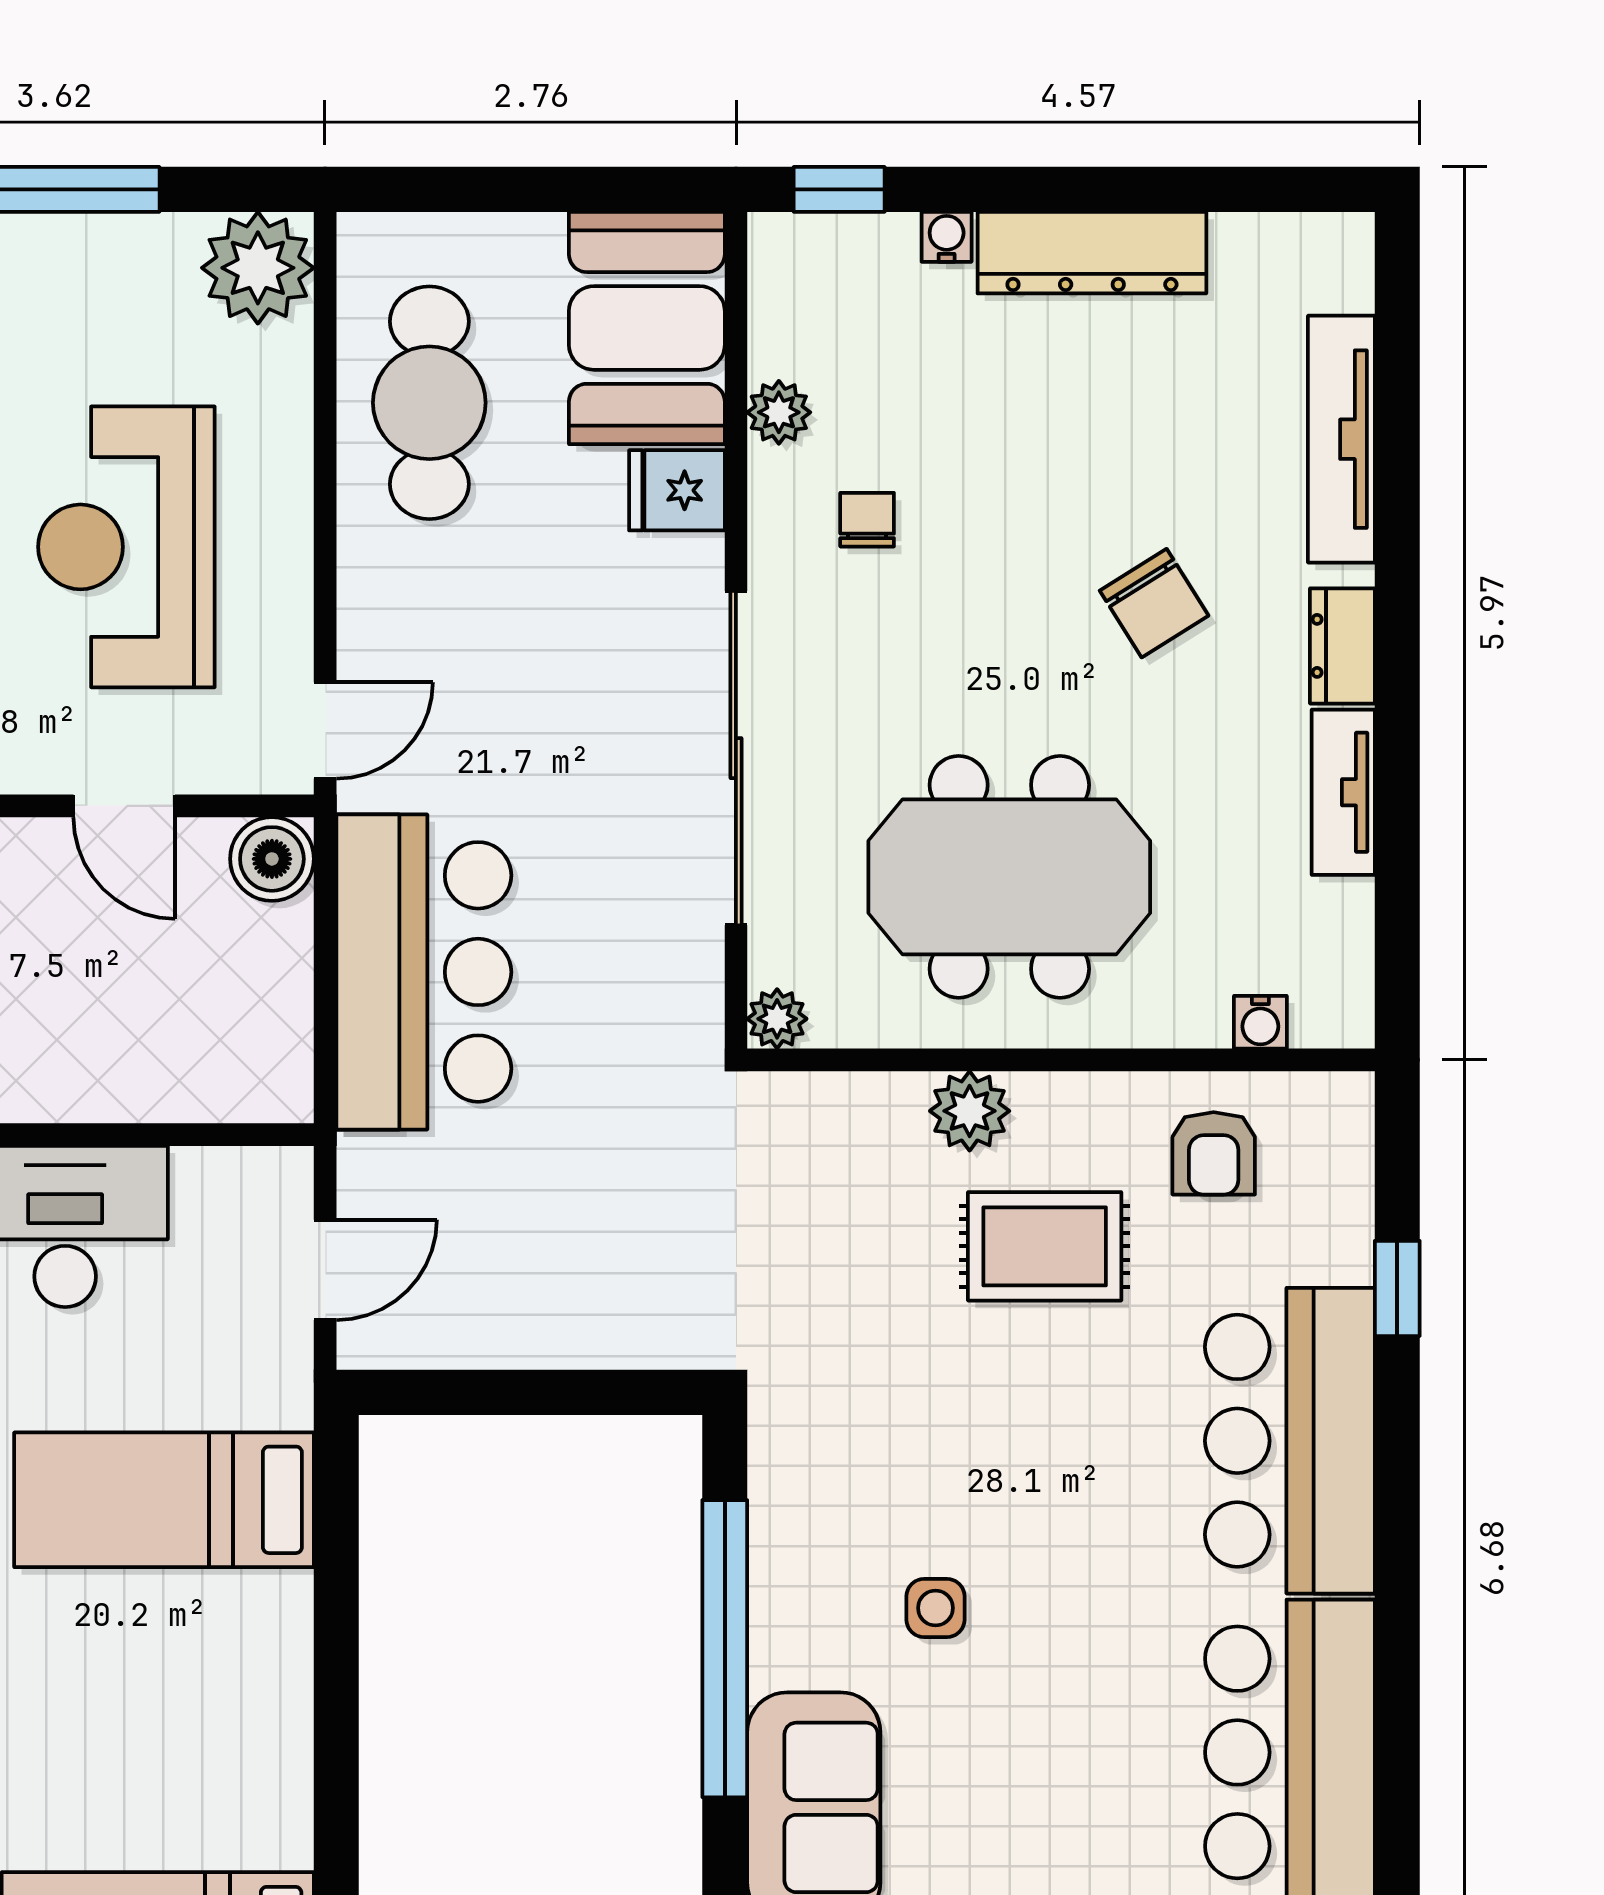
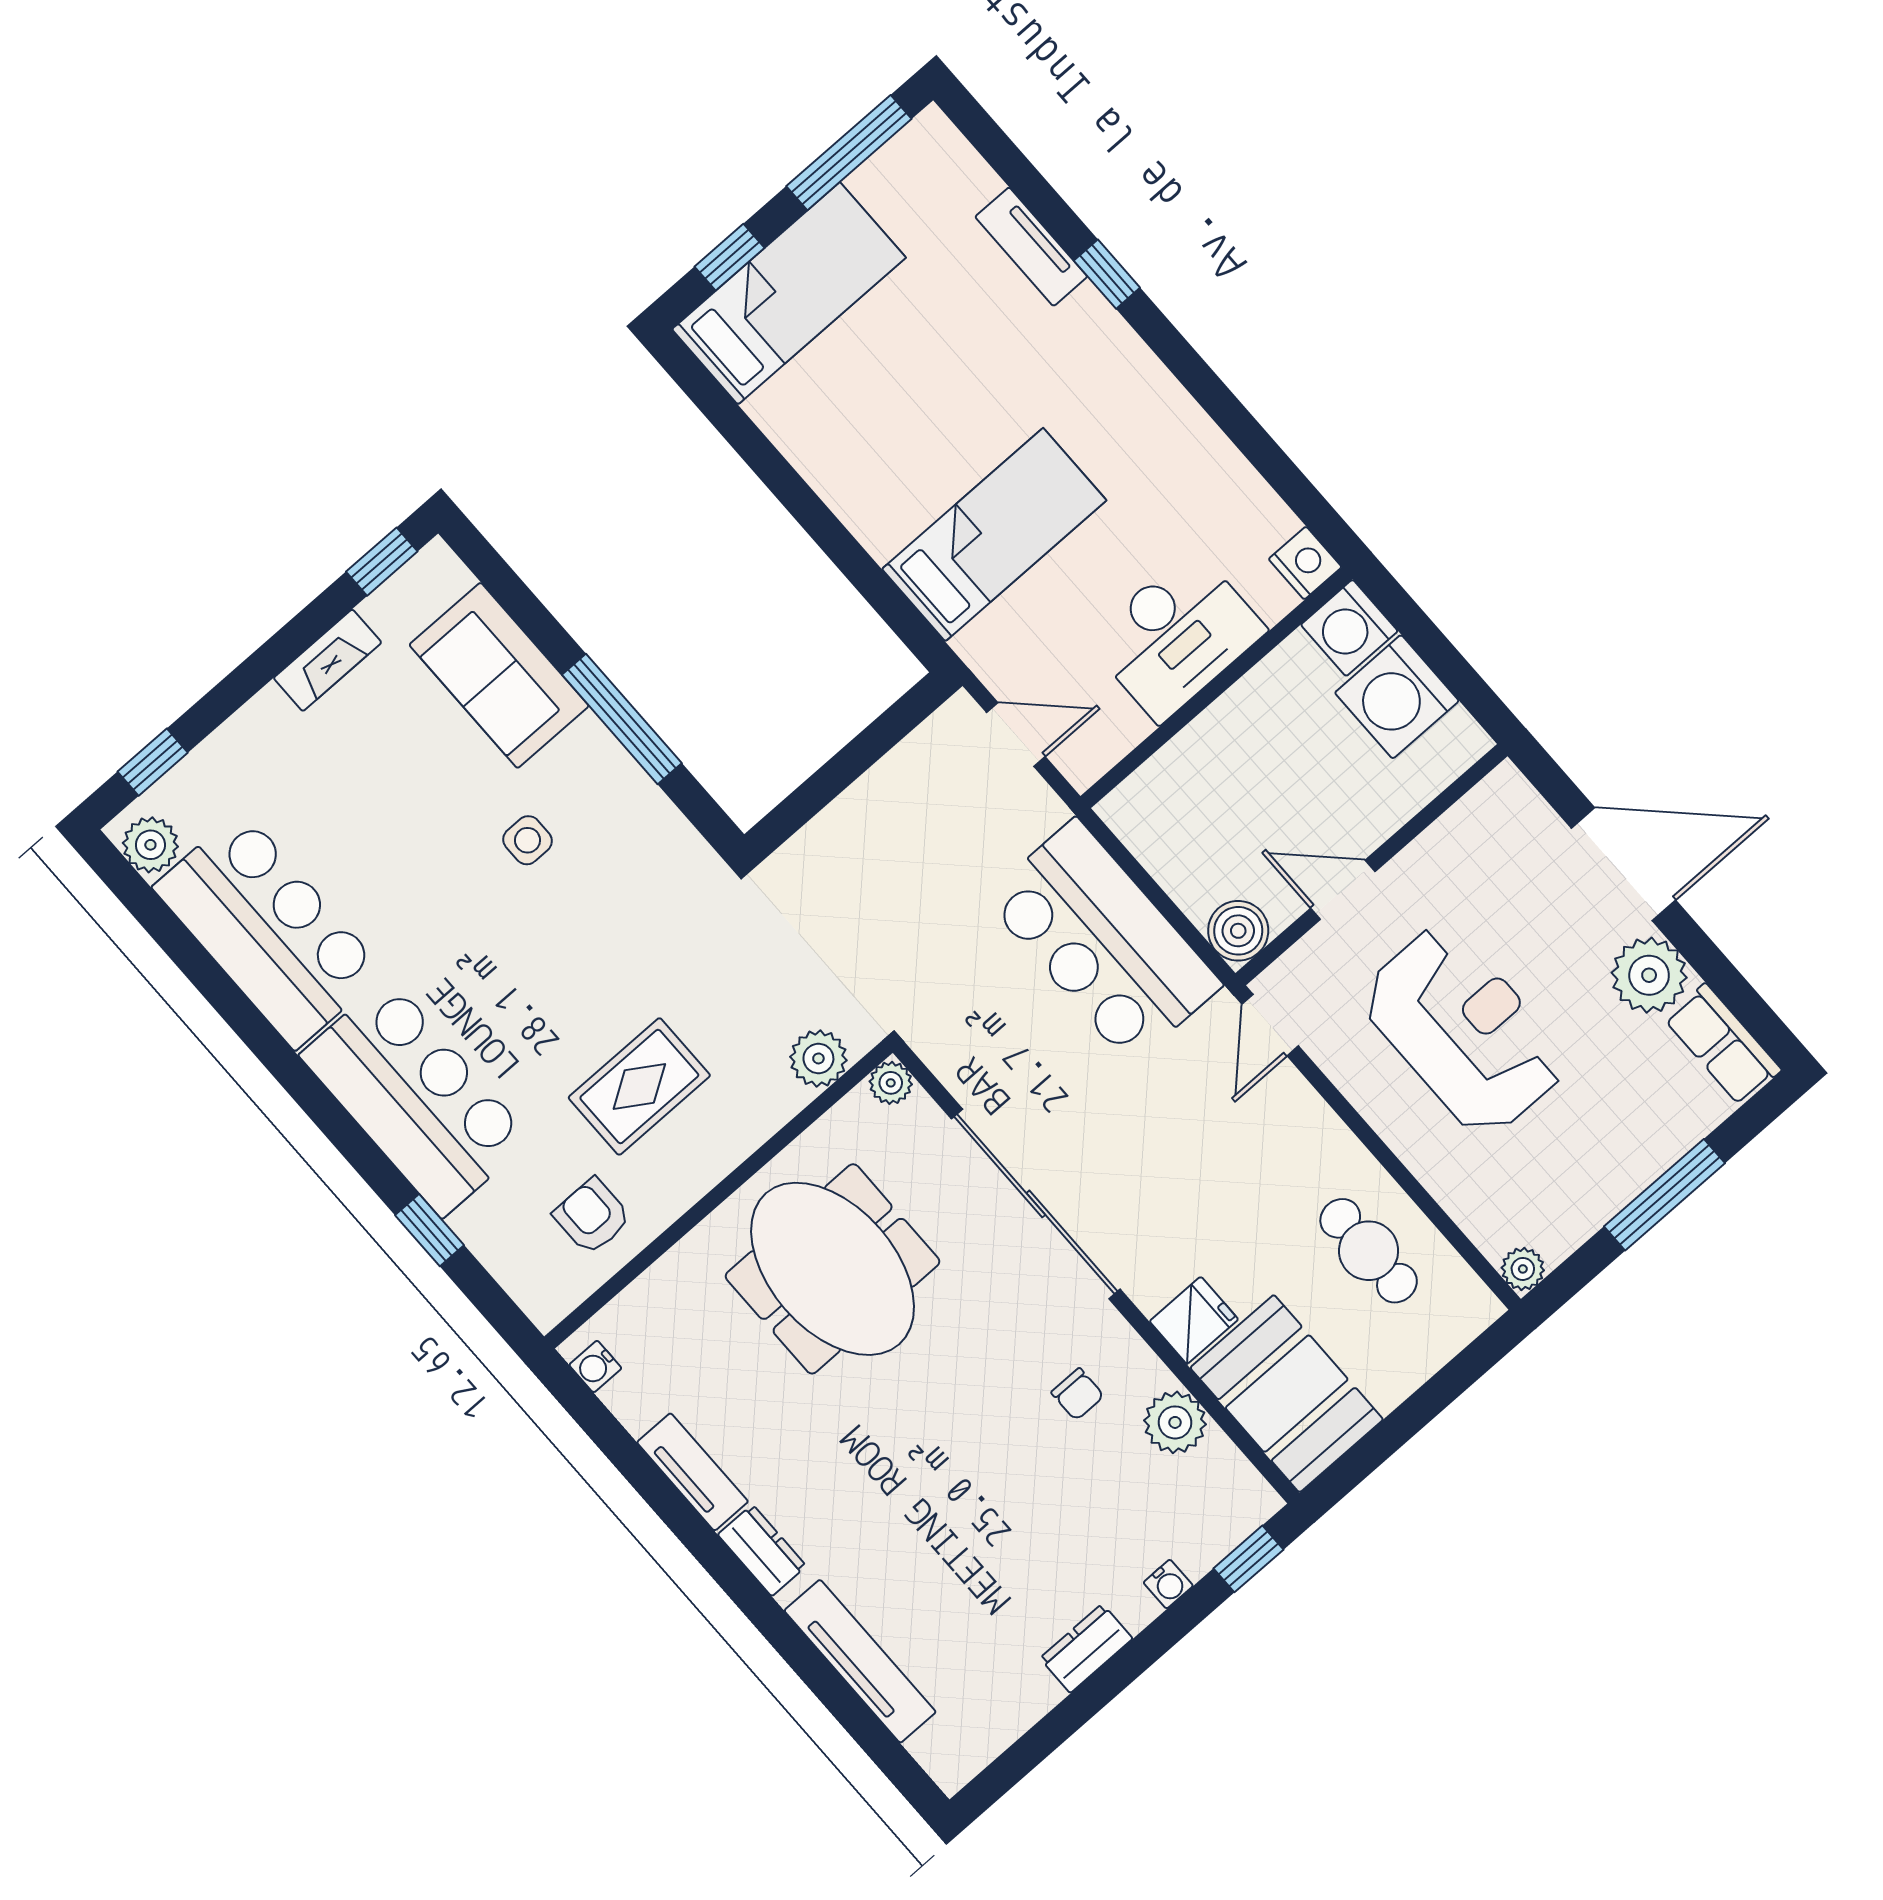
dresser: (1092, 253) -> (1086, 1648), width x0.51, depth x0.80
plant: (258, 268) -> (1523, 1269), width x0.53, depth x0.53
cafe table: (429, 403) -> (1369, 1251), width x0.73, depth x0.74
plant: (779, 412) -> (1175, 1422), width x1.38, depth x1.38
chair: (1154, 603) -> (884, 1485), removed
meeting table: (1009, 877) -> (833, 1269), turned 90
water cooler: (1260, 1022) -> (595, 1366), moved, turned -90
plant: (970, 1111) -> (818, 1058), moved
door: (325, 1270) -> (1016, 734), swing flipped
window: (725, 1649) -> (622, 719), width x0.68

